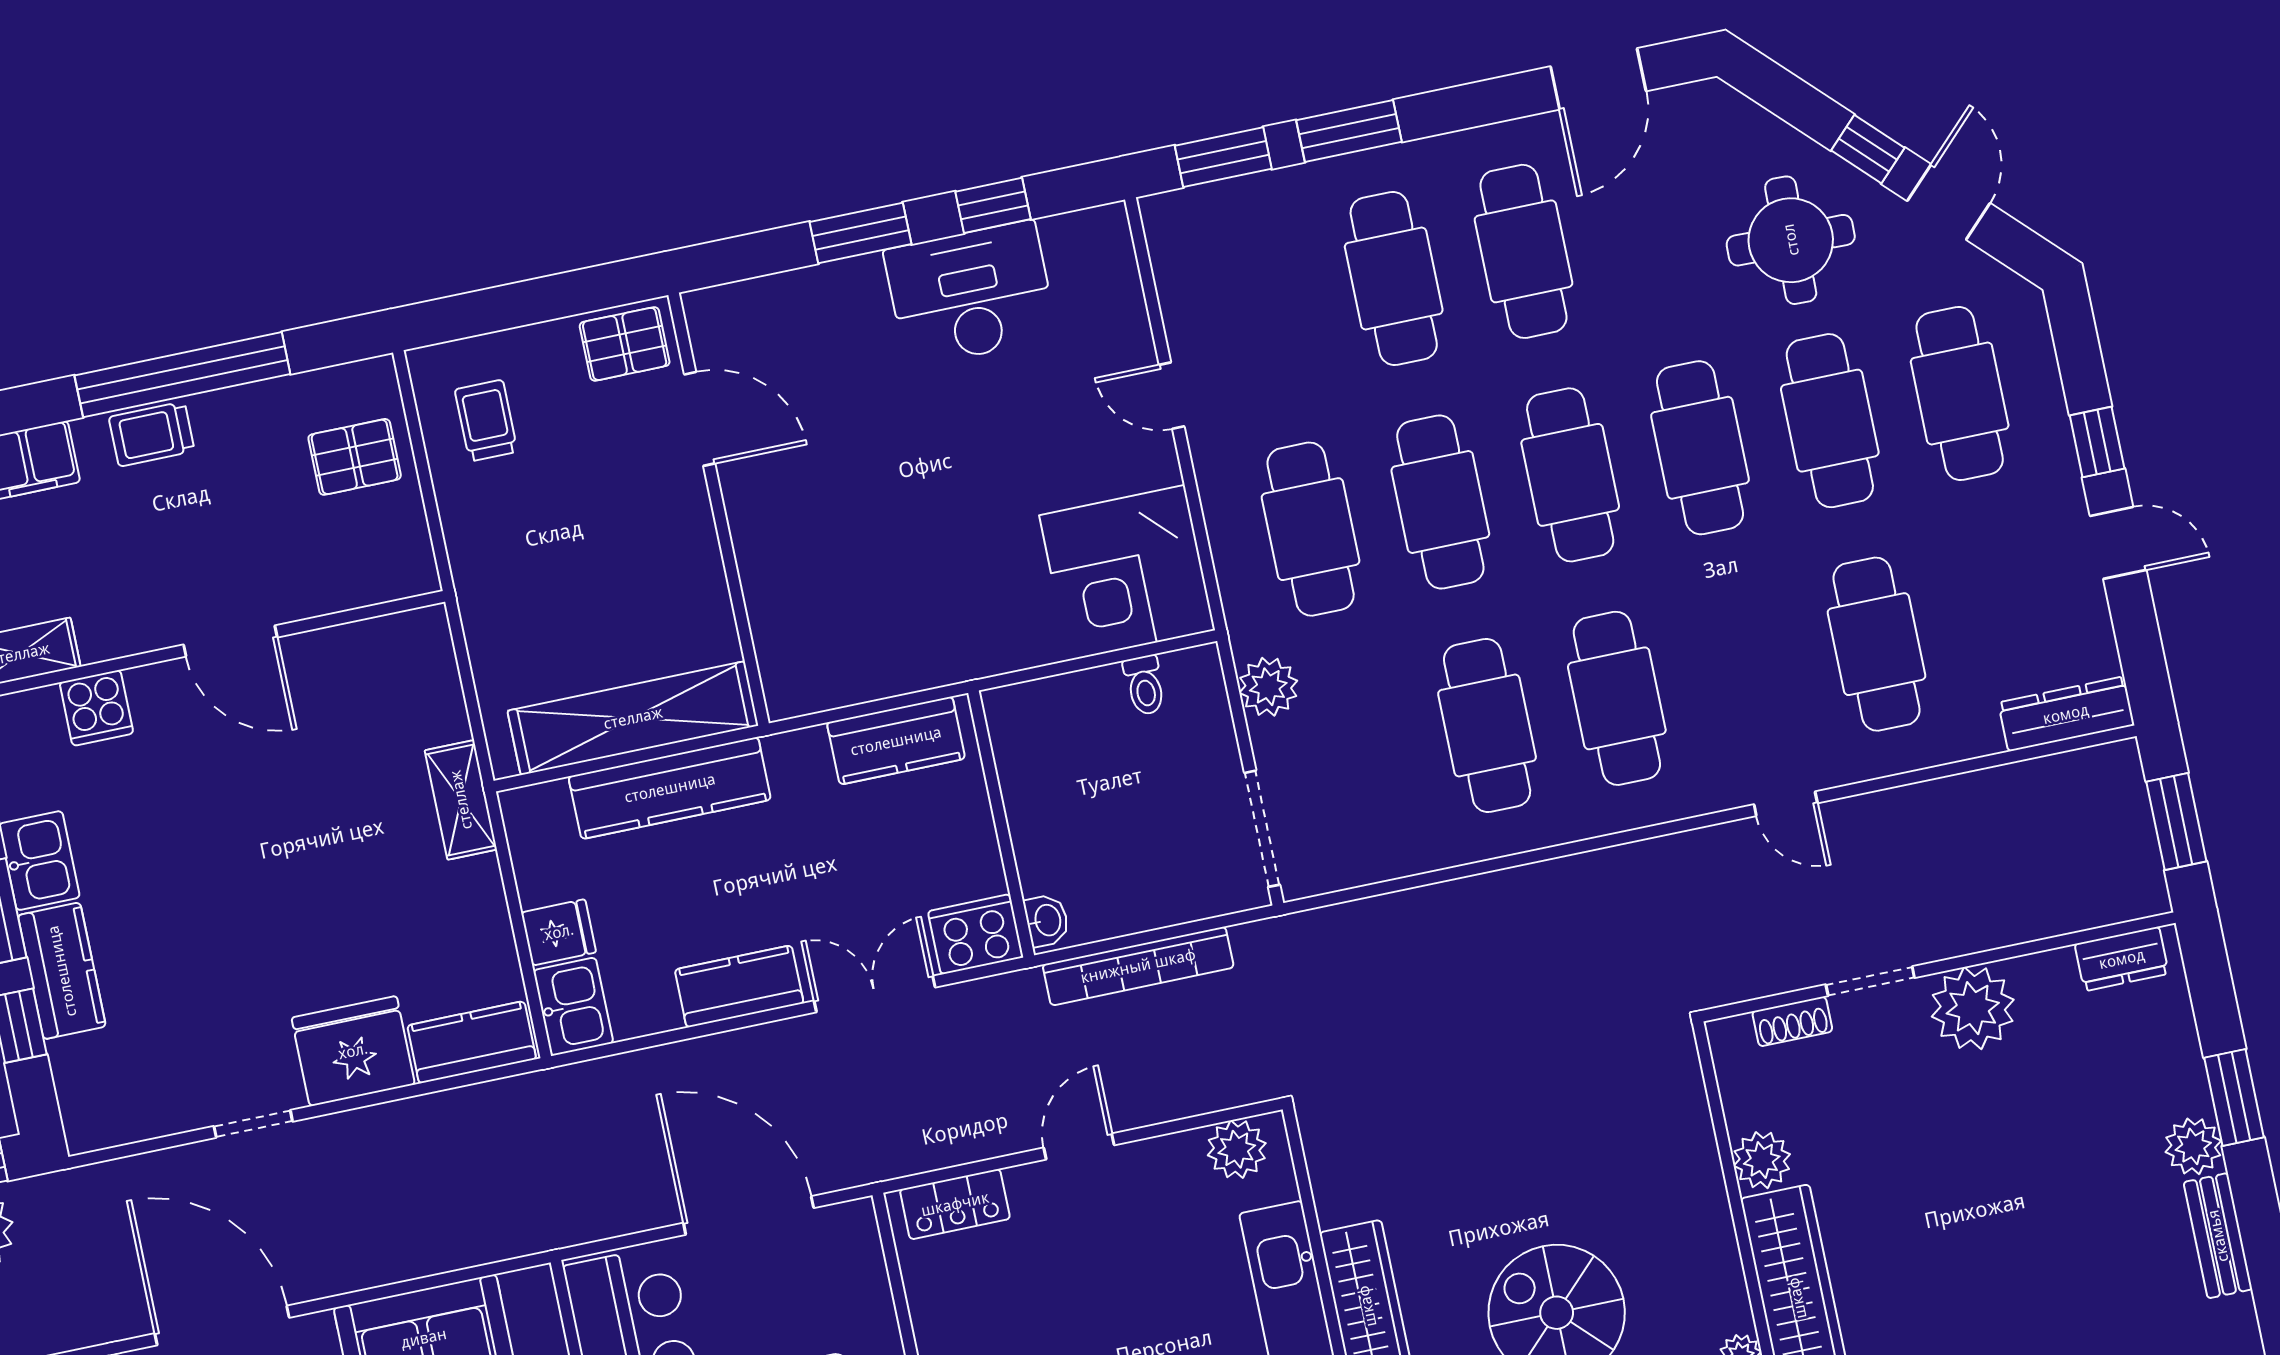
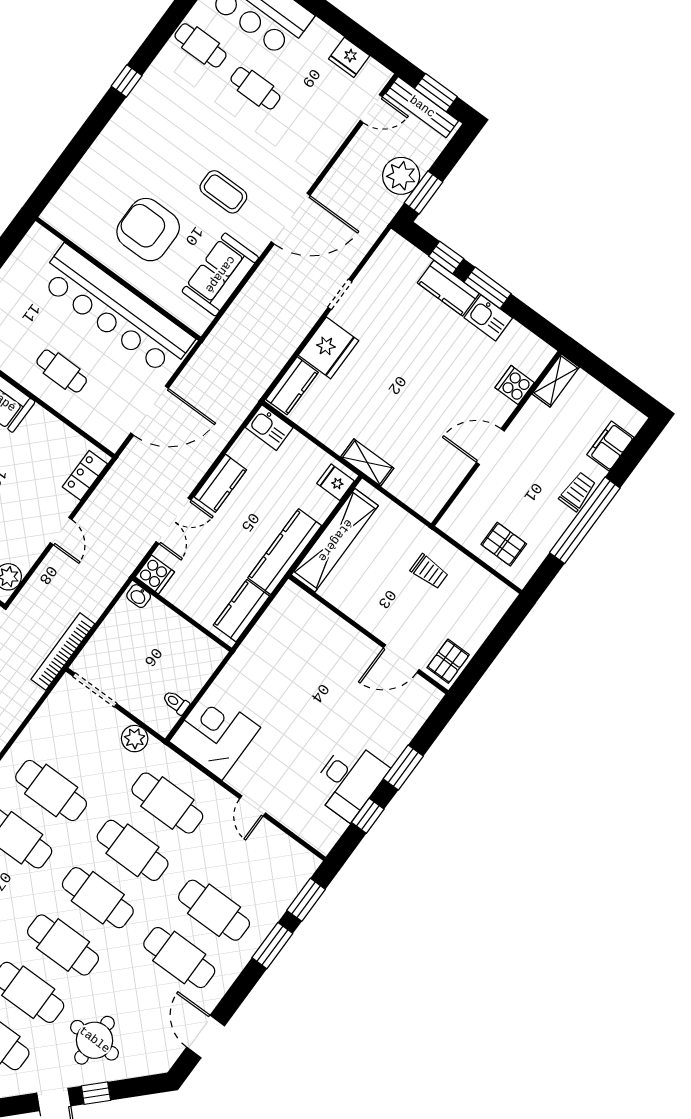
door: (1172, 396) -> (253, 806), swing flipped
trolley: (486, 421) -> (429, 572), moved
pallet: (355, 457) -> (504, 544), turned 90
kitchen counter: (670, 788) -> (285, 552), moved
fridge: (559, 932) -> (336, 482), moved, turned 90
cooker: (976, 934) -> (155, 574), width x0.73
bookcase: (1138, 966) -> (63, 652), moved

